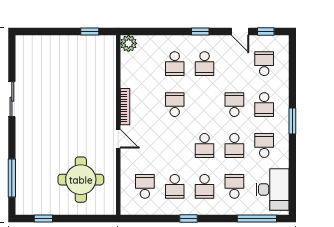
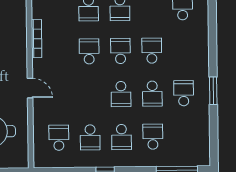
school desk: (264, 105) -> (120, 51), moved, turned 180
bookcase: (125, 107) -> (37, 39), moved
window: (292, 121) -> (213, 91), moved
desk: (272, 189) -> (193, 139), removed

